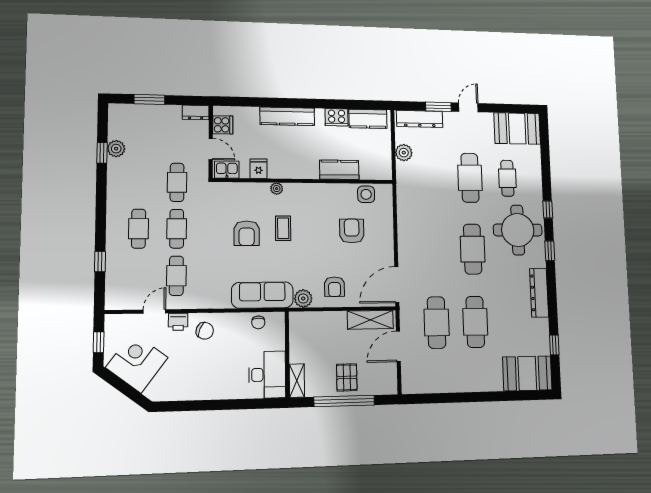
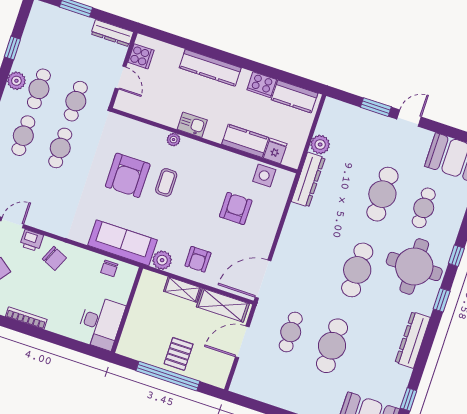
dresser: (196, 112) -> (112, 33), width x1.44
dresser: (420, 119) -> (308, 180), moved, turned -90
plant: (116, 149) -> (16, 81), moved
fridge: (259, 169) -> (275, 151), moved
kitchen sink: (227, 170) -> (192, 125), moved
armchair: (247, 233) -> (128, 175), width x1.36, depth x1.36
cafe table: (176, 276) -> (39, 89), moved
cafe table: (437, 322) -> (291, 332), width x0.73, depth x0.74
shelving: (297, 381) -> (182, 290), moved, turned 90
bookcase: (197, 395) -> (26, 318), added

